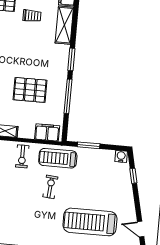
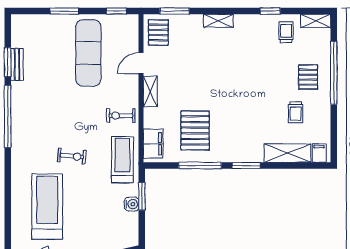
pallet: (30, 90) -> (195, 130), moved
water cooler: (121, 156) -> (132, 204), moved
exercise bike: (50, 187) -> (72, 156), moved

